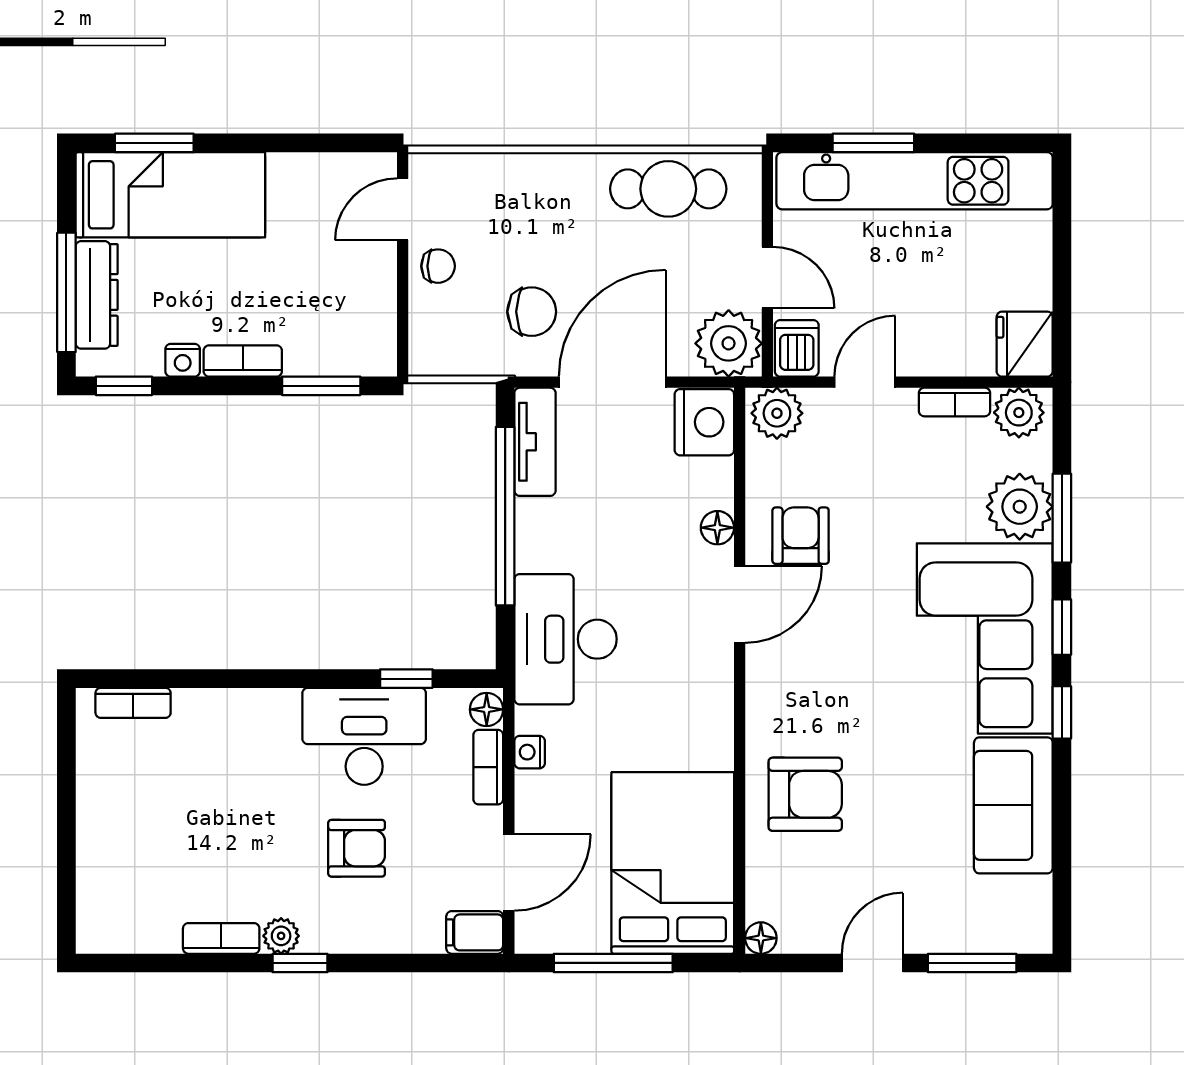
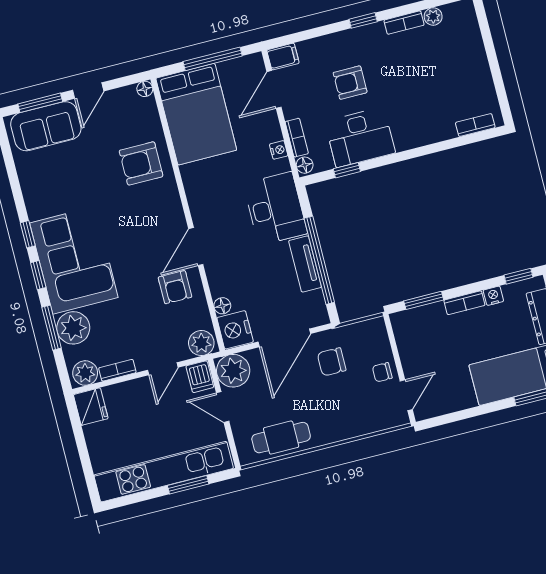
tv unit: (535, 442) -> (305, 264), moved
floor lamp: (717, 528) -> (222, 306), moved
sofa: (1013, 805) -> (46, 126), moved, turned 90
plant: (281, 936) -> (433, 17), moved

